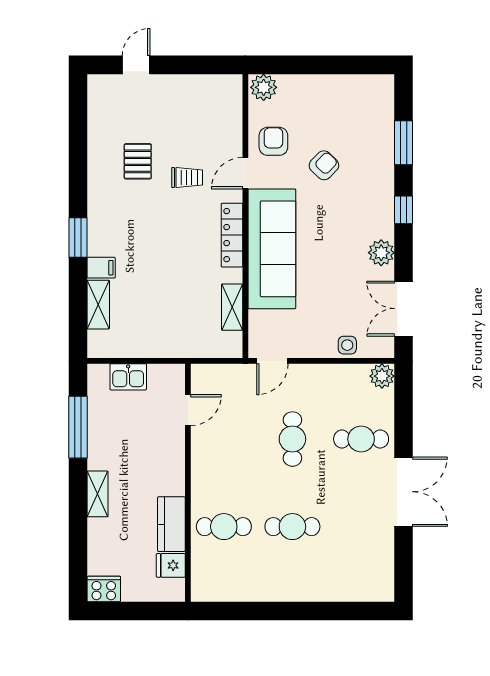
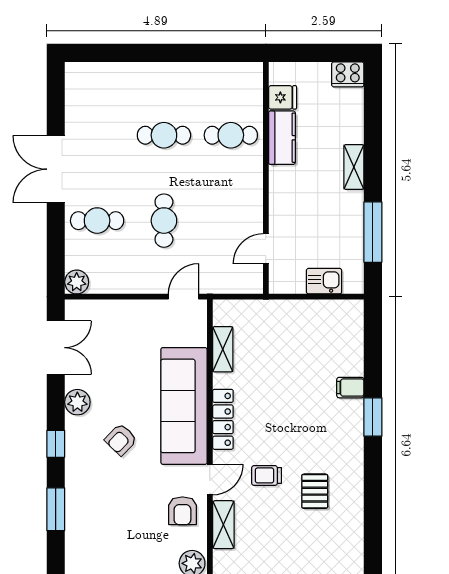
armchair: (324, 165) -> (121, 440), moved
shelving: (98, 305) -> (223, 525), moved
side table: (347, 345) -> (111, 312), removed

